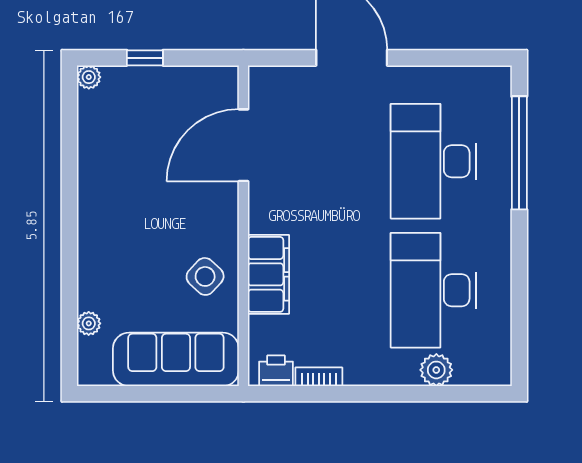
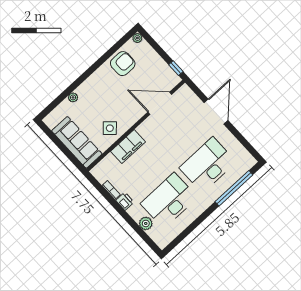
window: (145, 58) -> (176, 68), moved
armchair: (110, 146) -> (123, 64), added
plant: (89, 323) -> (73, 97), moved
printer: (276, 371) -> (125, 201), moved

